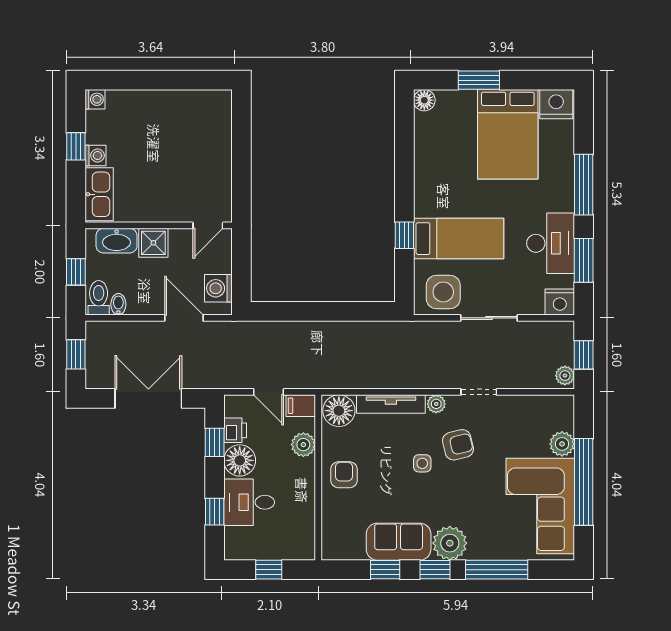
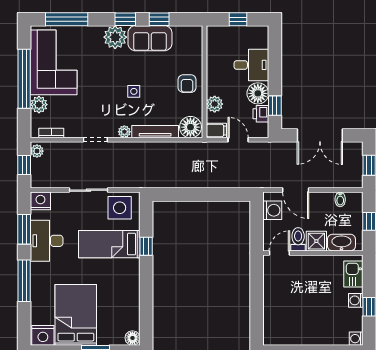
kitchen sink: (99, 194) -> (353, 274), width x0.73
toilet: (99, 298) -> (298, 239), moved, turned 180
bookcase: (544, 402) -> (51, 133), added
armchair: (458, 445) -> (110, 104), removed
window: (215, 512) -> (275, 59), removed
window: (497, 570) -> (67, 19), moved

